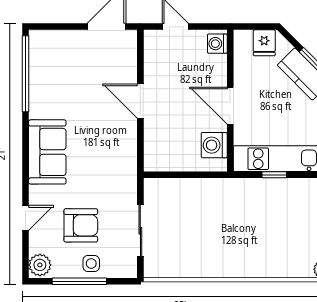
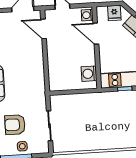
door: (140, 101) -> (44, 29), moved
door: (230, 106) -> (96, 34), moved
armchair: (81, 225) -> (15, 125), turned 180

